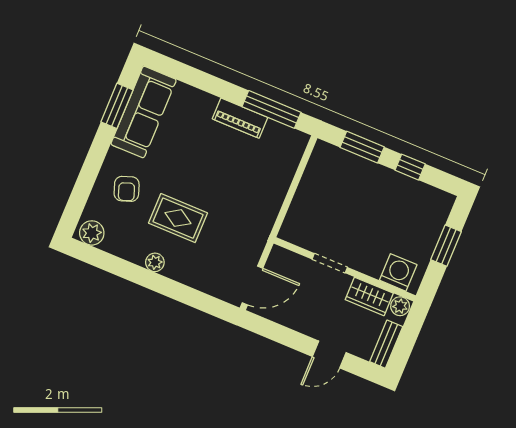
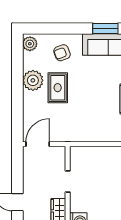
plant: (155, 262) -> (33, 80), width x1.87, depth x1.87
door: (252, 285) -> (38, 144), swing flipped

